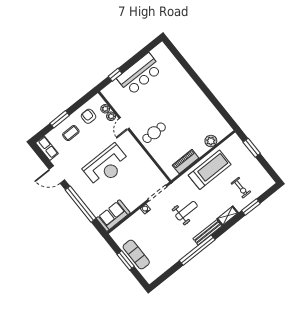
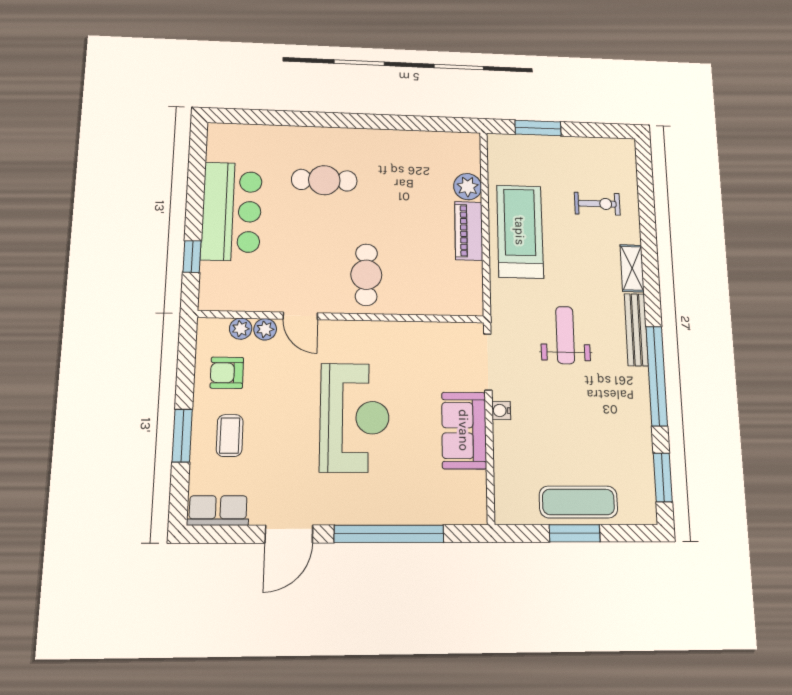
cafe table: (174, 94) -> (324, 180), added
piano: (186, 162) -> (469, 231), moved
window: (251, 207) -> (663, 477), moved
sofa: (113, 216) -> (464, 430), moved

